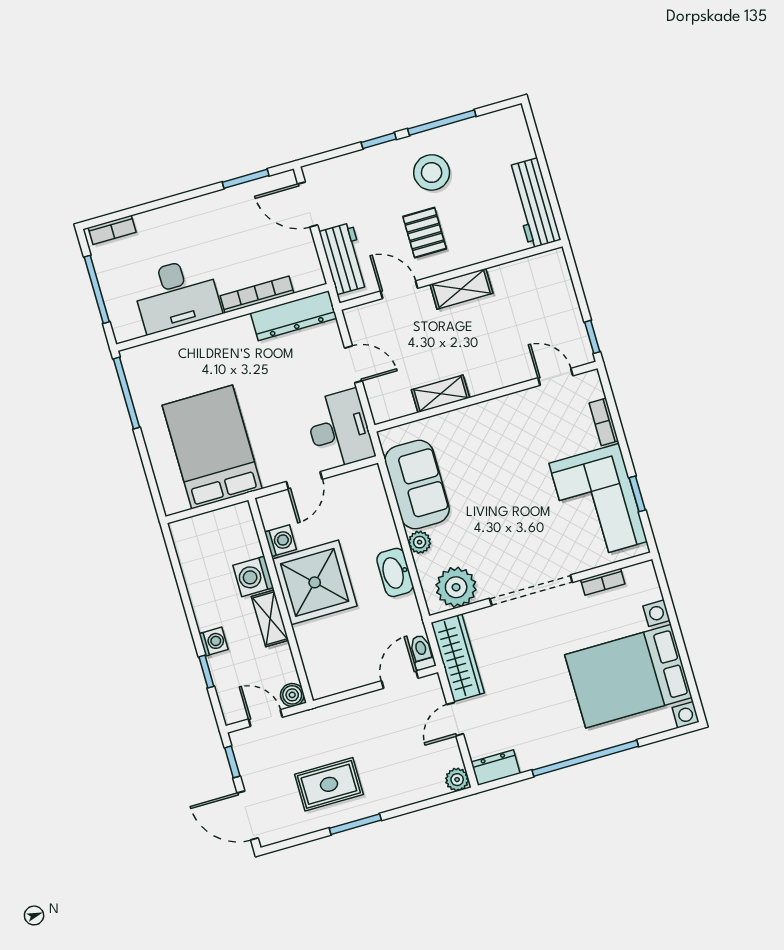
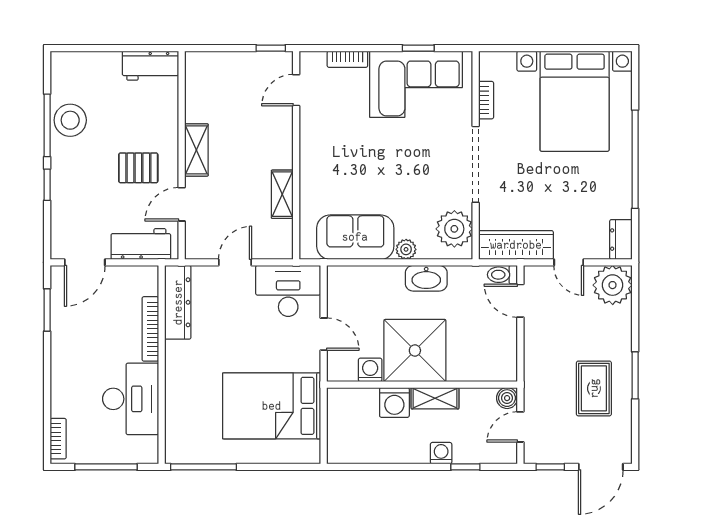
stool: (432, 172) -> (70, 120), moved
workbench: (534, 203) -> (150, 66), width x0.73
plant: (457, 780) -> (613, 285), width x1.88, depth x1.88

